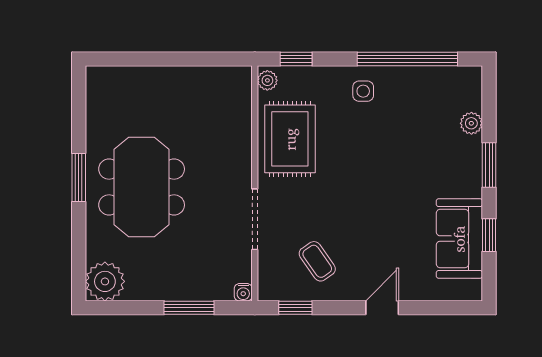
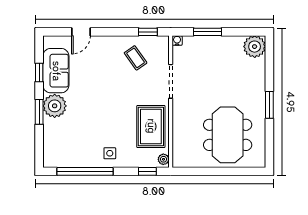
plant: (471, 123) -> (55, 106), moved, width x1.87, depth x1.87
meeting table: (142, 187) -> (228, 135), moved
door: (382, 308) -> (81, 32), moved

